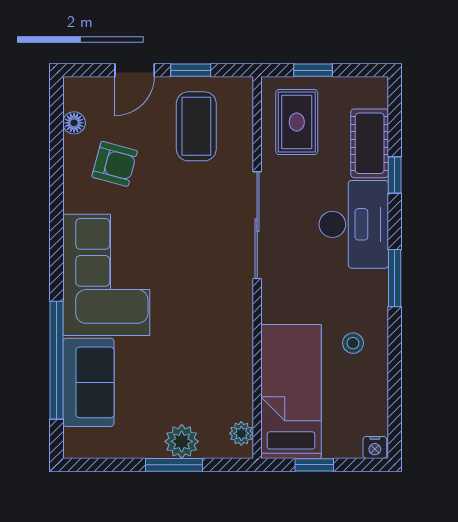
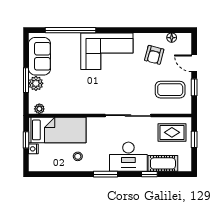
sofa: (88, 382) -> (40, 56), moved, turned -90
nightstand: (375, 447) -> (33, 149), moved

